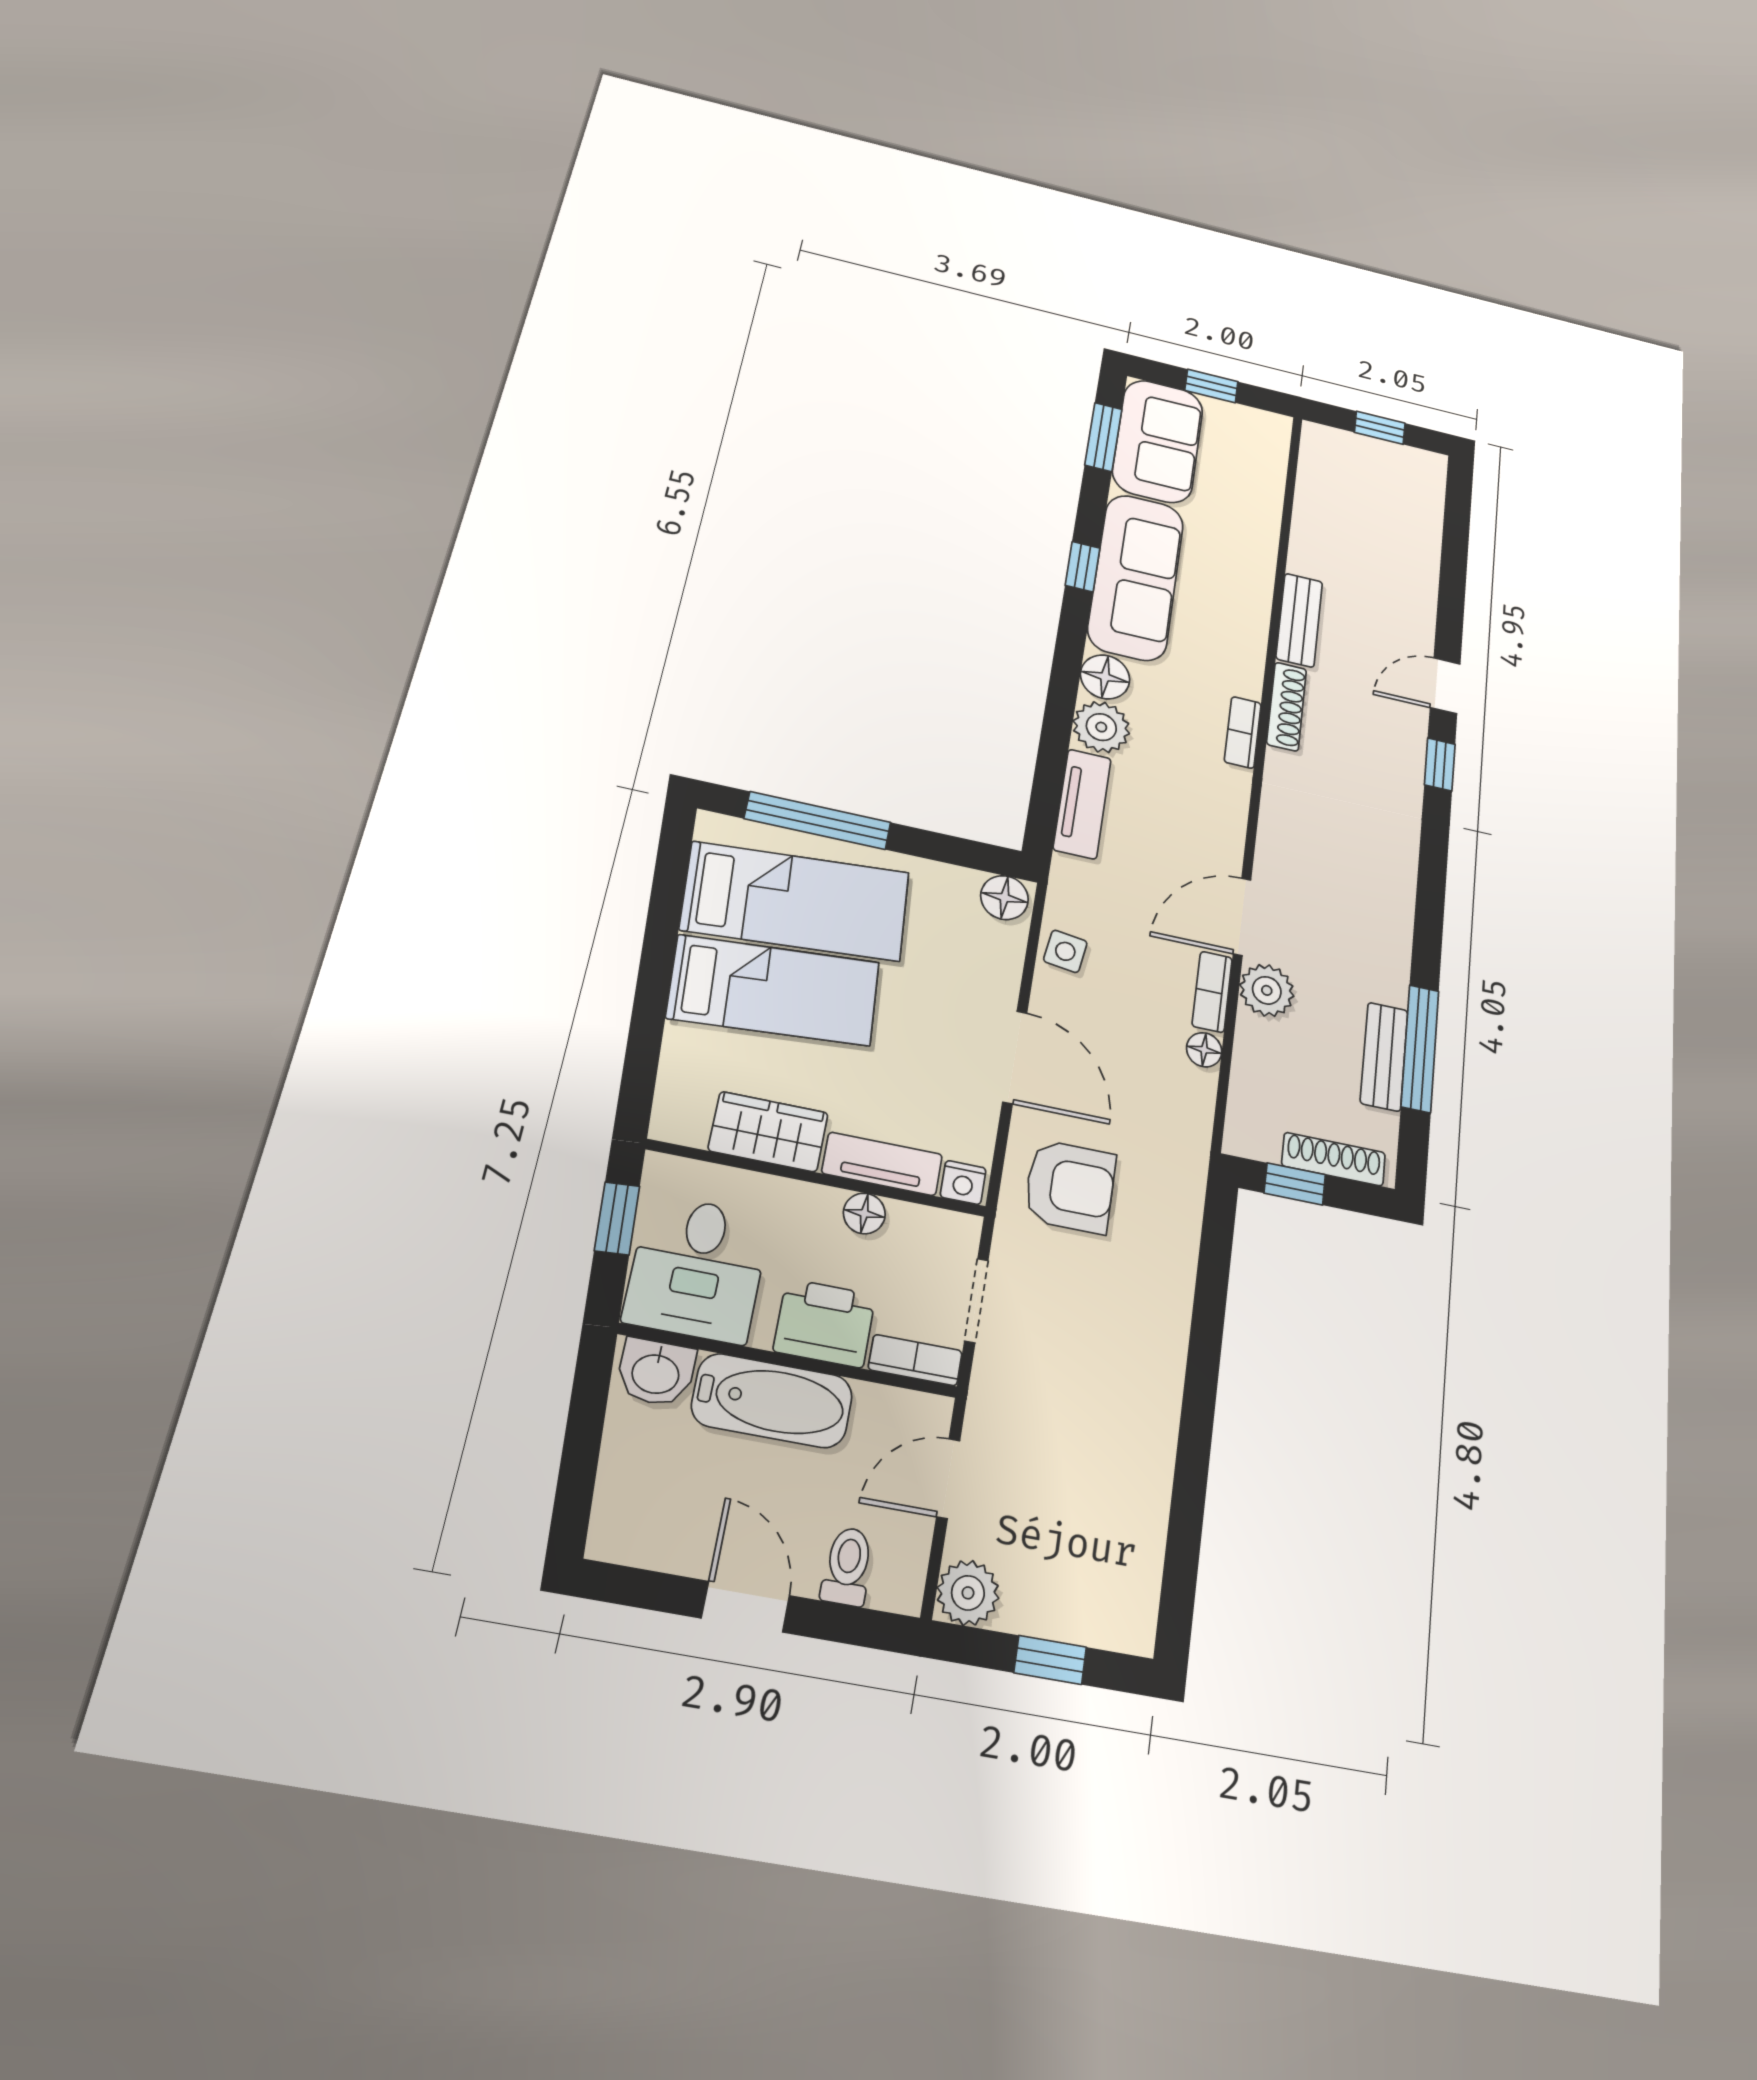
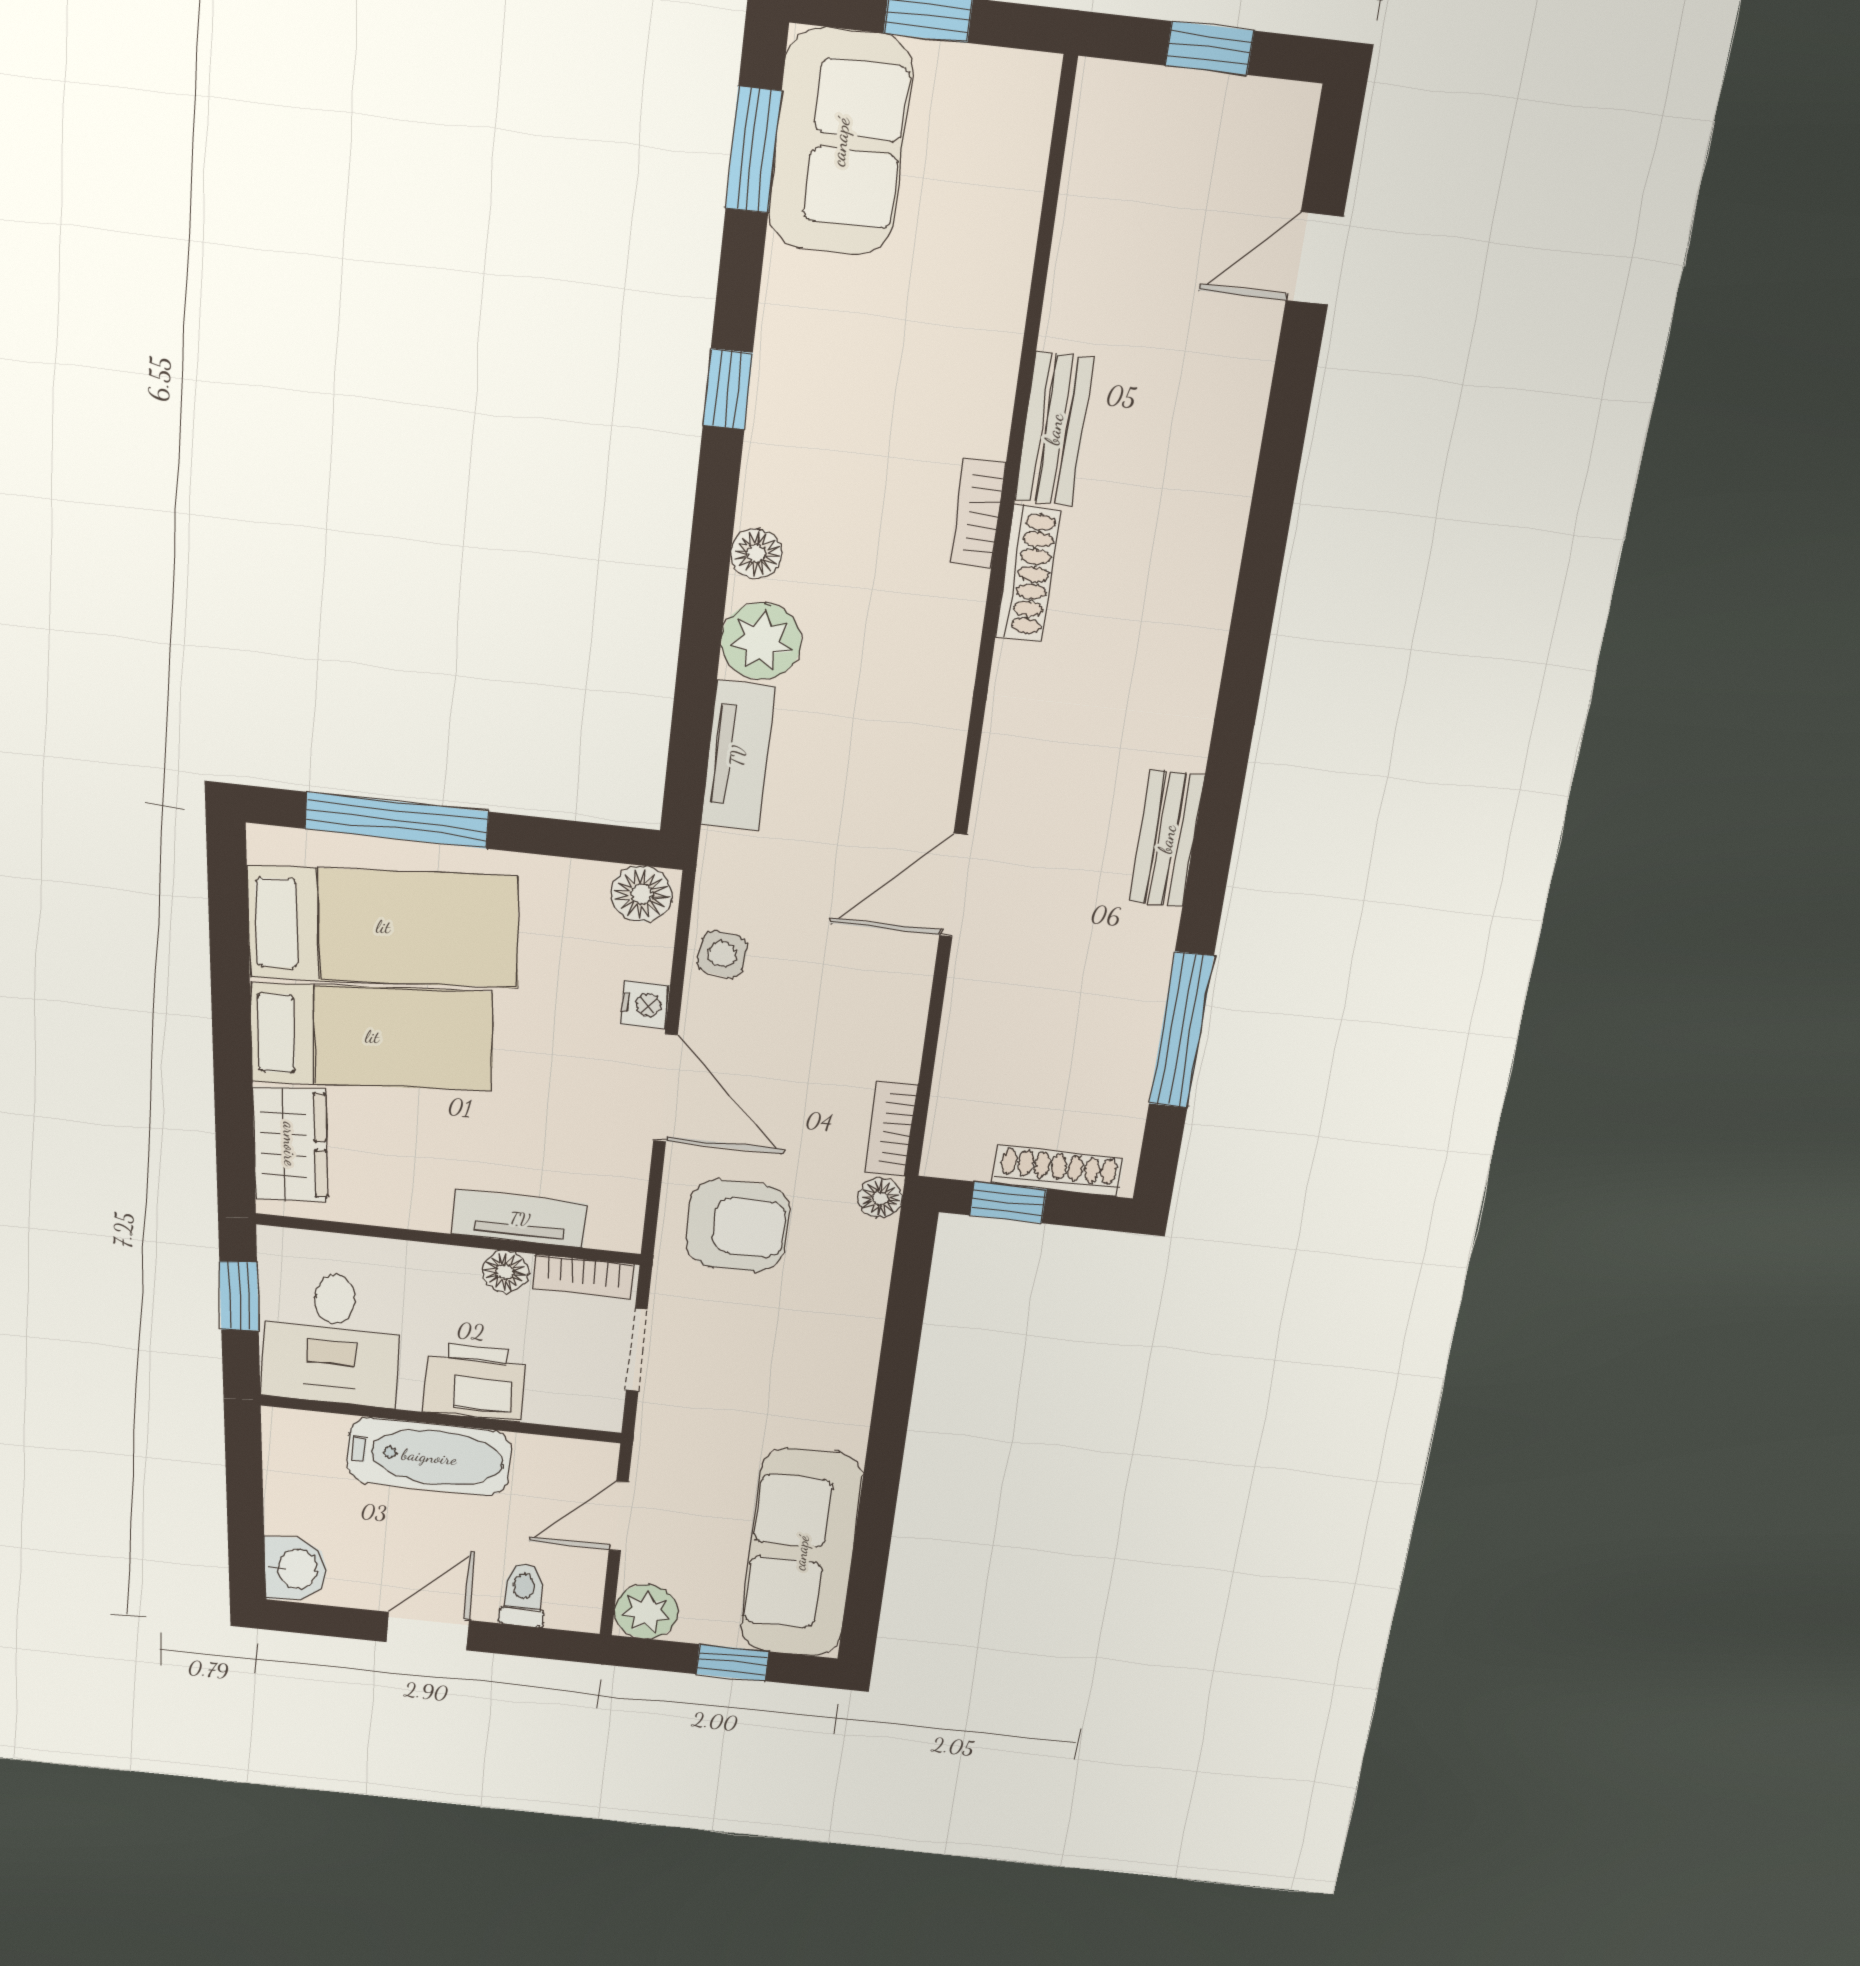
sofa: (1136, 577) -> (801, 1553), moved, turned 180
floor lamp: (1105, 677) -> (756, 554), width x0.73, depth x0.73
door: (1445, 686) -> (1314, 259), moved
bookcase: (1243, 732) -> (977, 513), moved
window: (1440, 764) -> (1250, 634), removed
plant: (1267, 990) -> (983, 977), removed
bookcase: (1212, 992) -> (891, 1129), moved
floor lamp: (1204, 1050) -> (880, 1198), moved
bench: (1384, 1057) -> (1167, 839), moved
wardrobe: (768, 1132) -> (290, 1144), moved, turned 86
nightstand: (963, 1183) -> (645, 1005), moved, turned -90
bookcase: (915, 1360) -> (583, 1277), moved, turned 180
washbasin: (656, 1372) -> (296, 1569), moved, turned -94
door: (746, 1607) -> (428, 1631), hinge flipped

